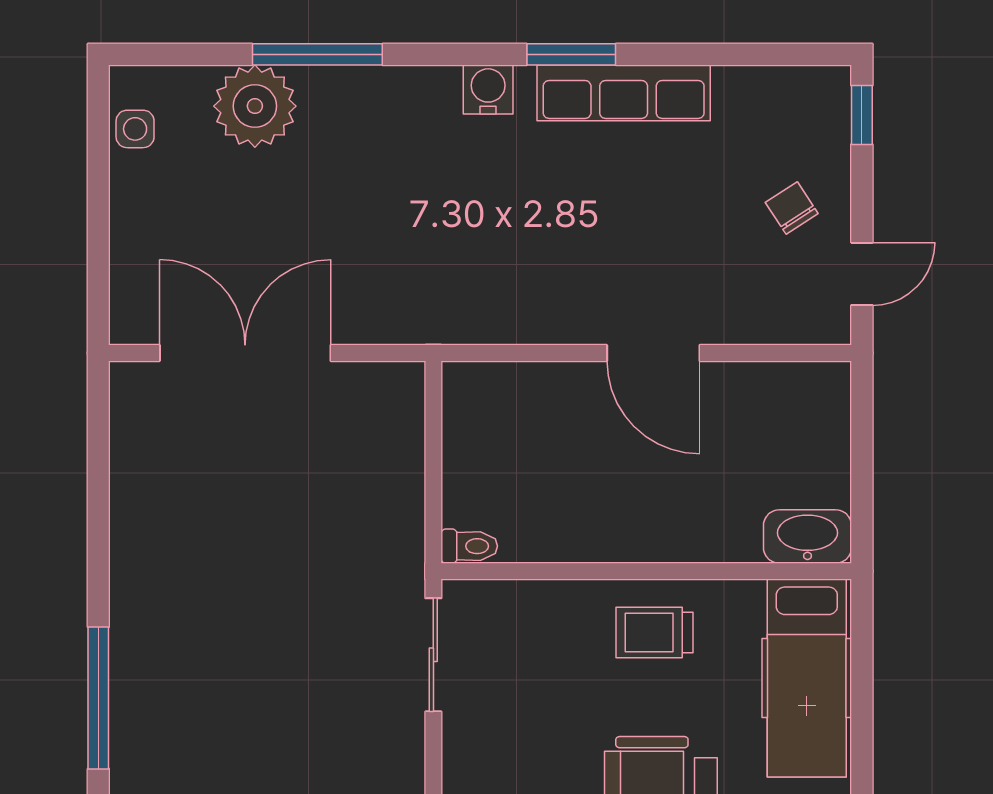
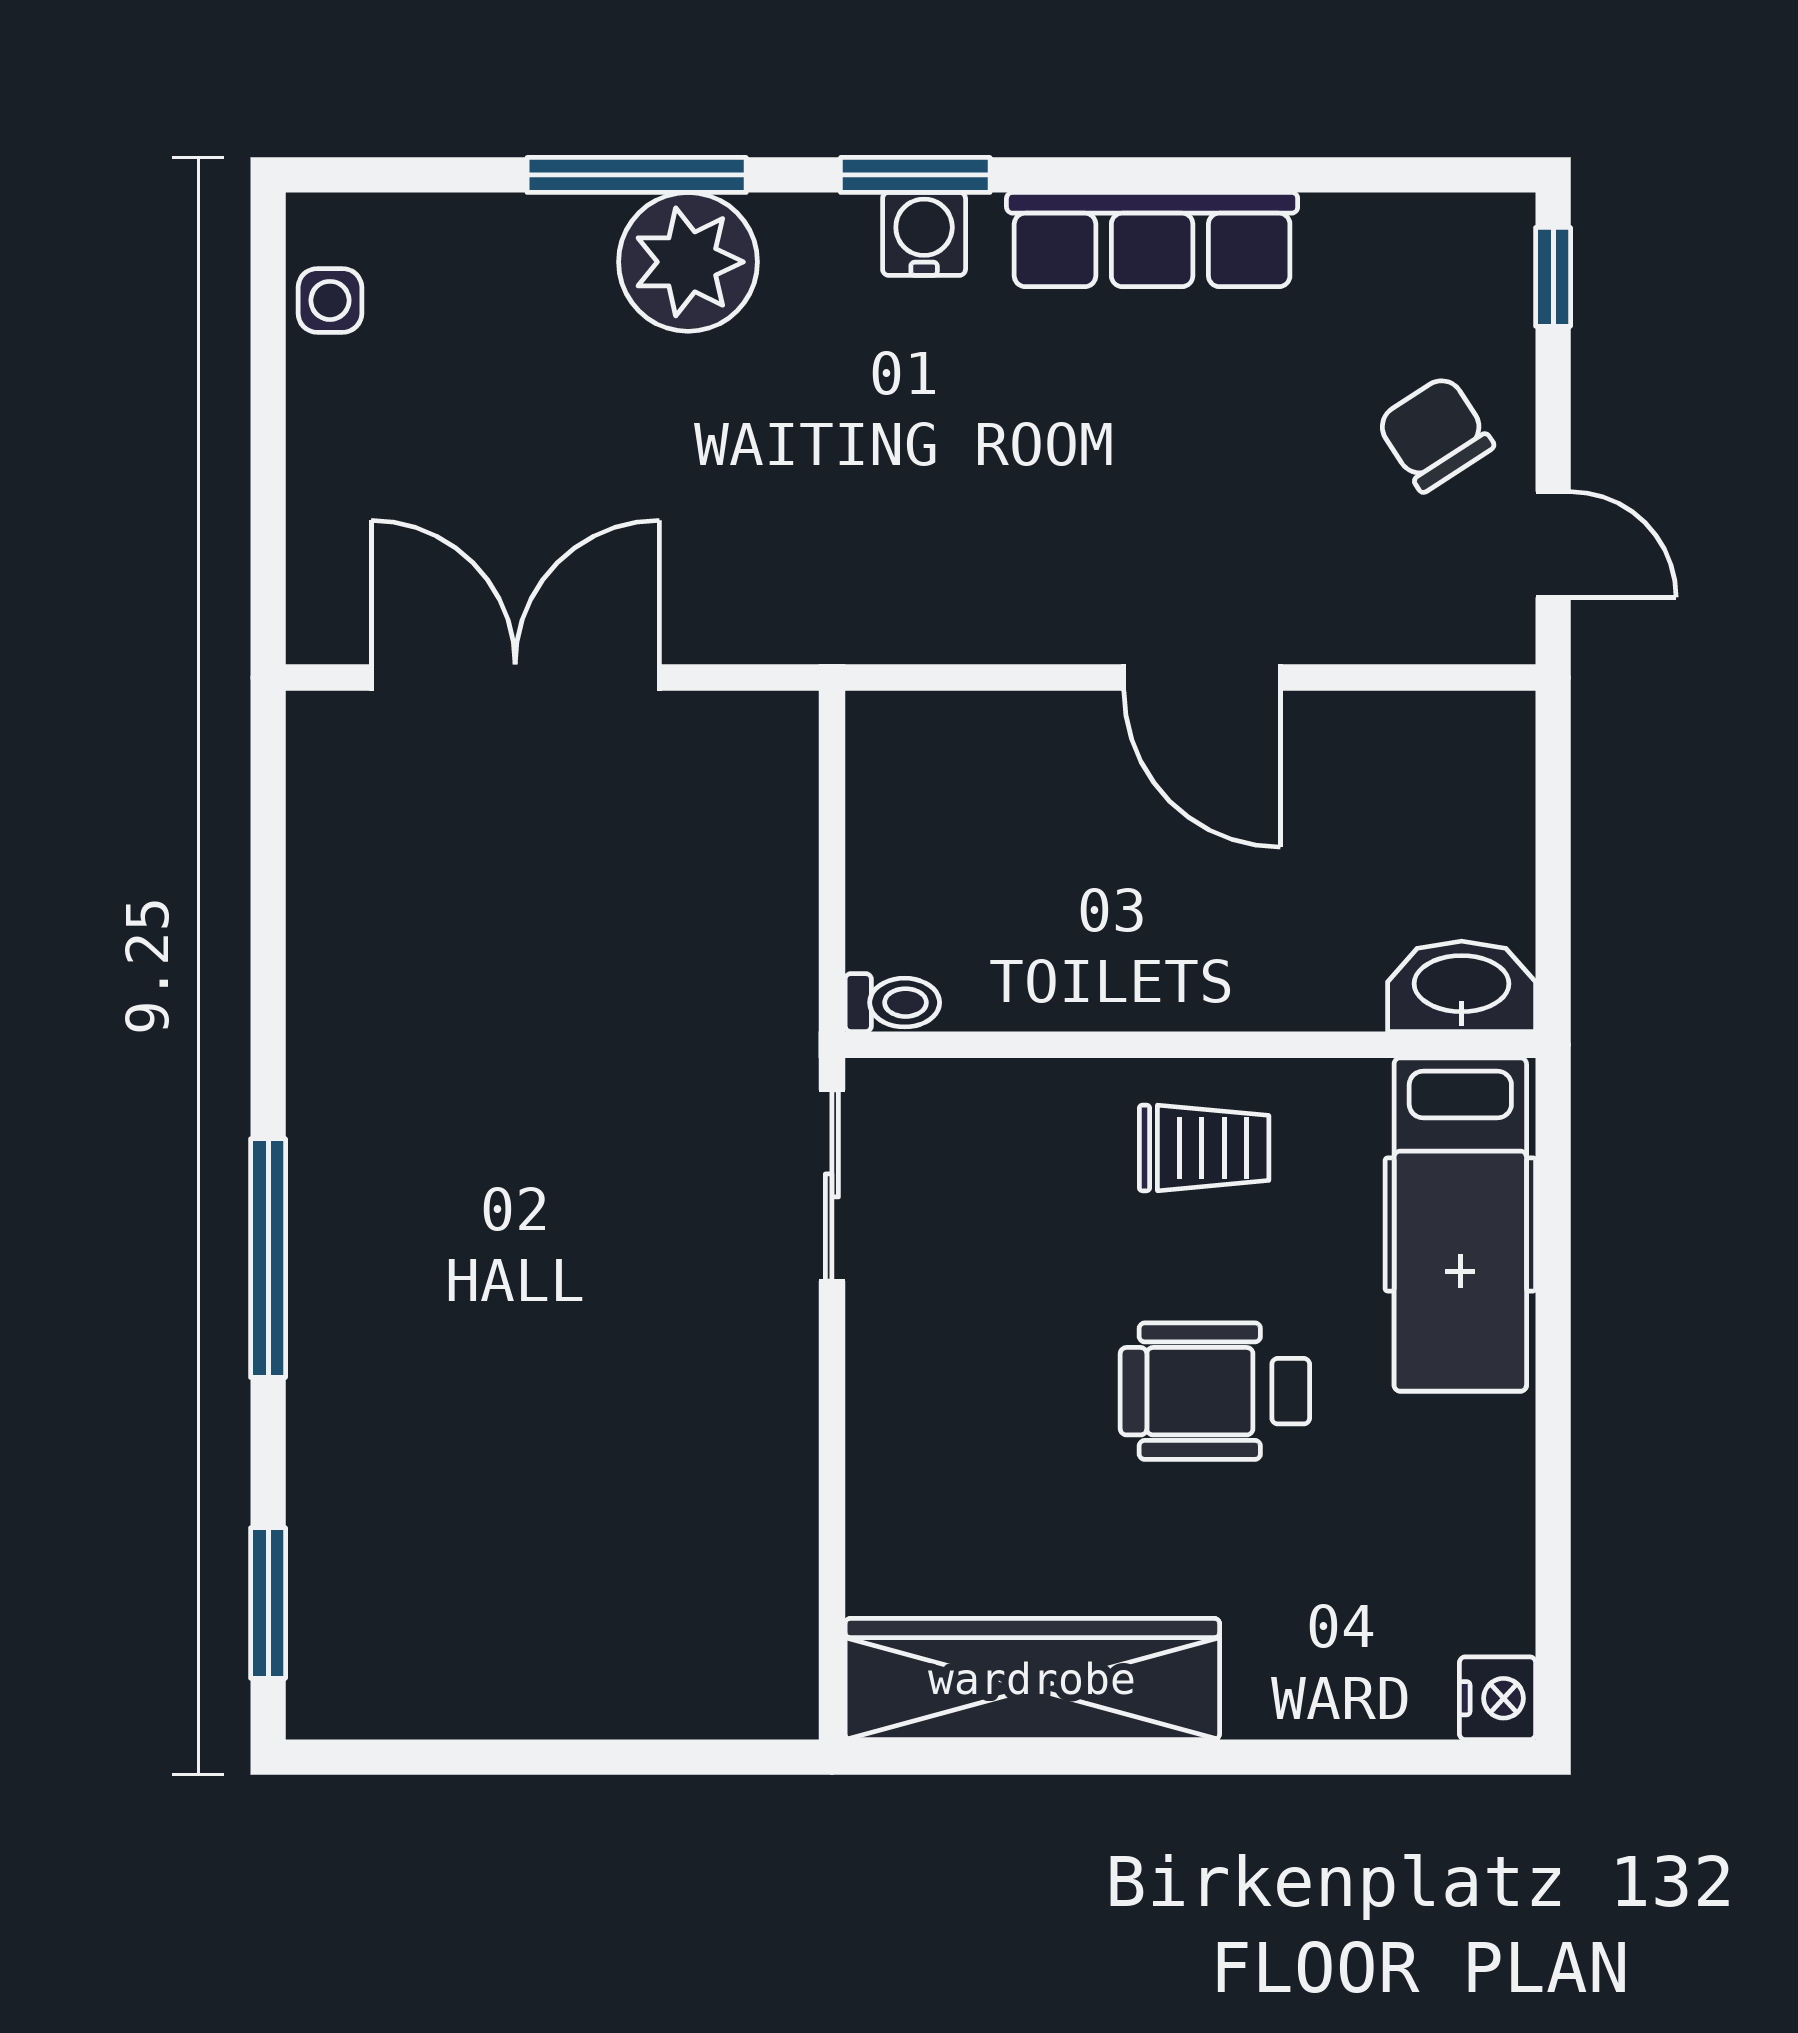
window: (571, 54) -> (915, 175), moved
plant: (255, 106) -> (688, 262), moved
chair: (792, 208) -> (1435, 433), width x1.37, depth x1.37
door: (862, 274) -> (1553, 545), hinge flipped
trolley: (654, 633) -> (1204, 1148), turned 180

